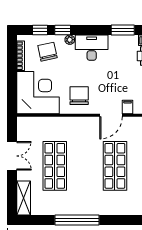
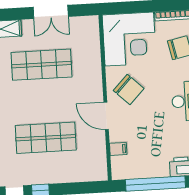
chair: (79, 96) -> (129, 89), turned 44
door: (111, 115) -> (106, 116), moved

